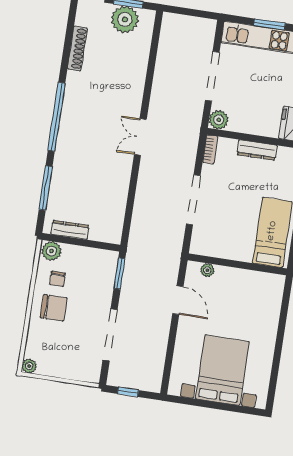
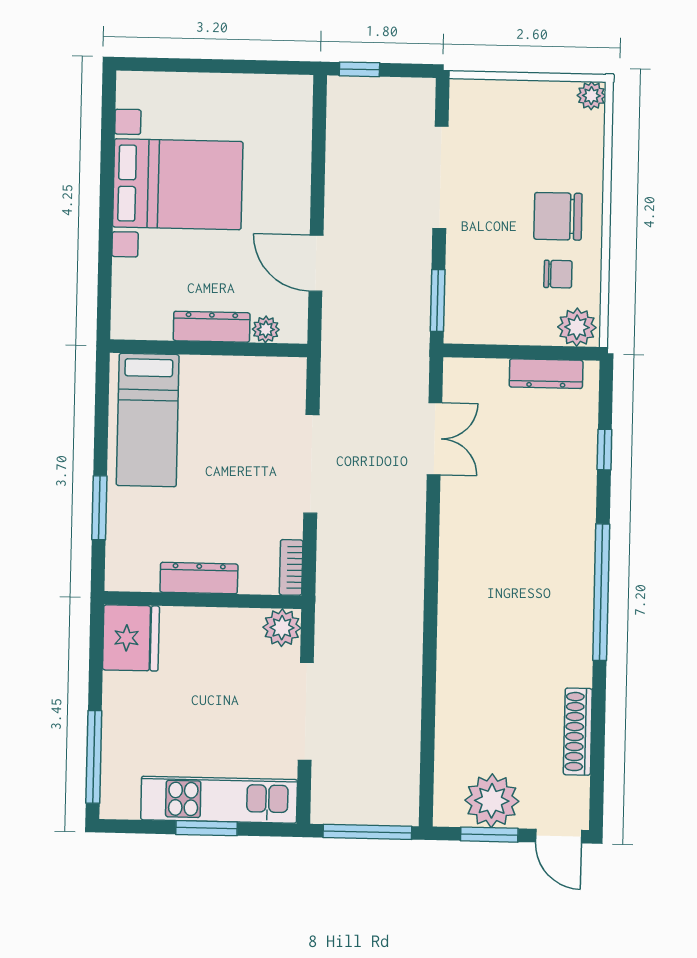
window: (189, 12) -> (367, 832), added
double door: (140, 137) -> (434, 439), moved
window: (46, 188) -> (604, 450), width x0.46
dresser: (234, 275) -> (212, 327), added
chair: (57, 279) -> (558, 274), turned 90
bed with nightstands: (222, 370) -> (178, 184), moved, turned -90
window: (128, 392) -> (359, 69), moved

